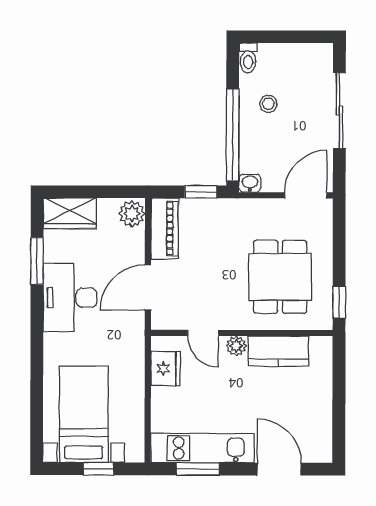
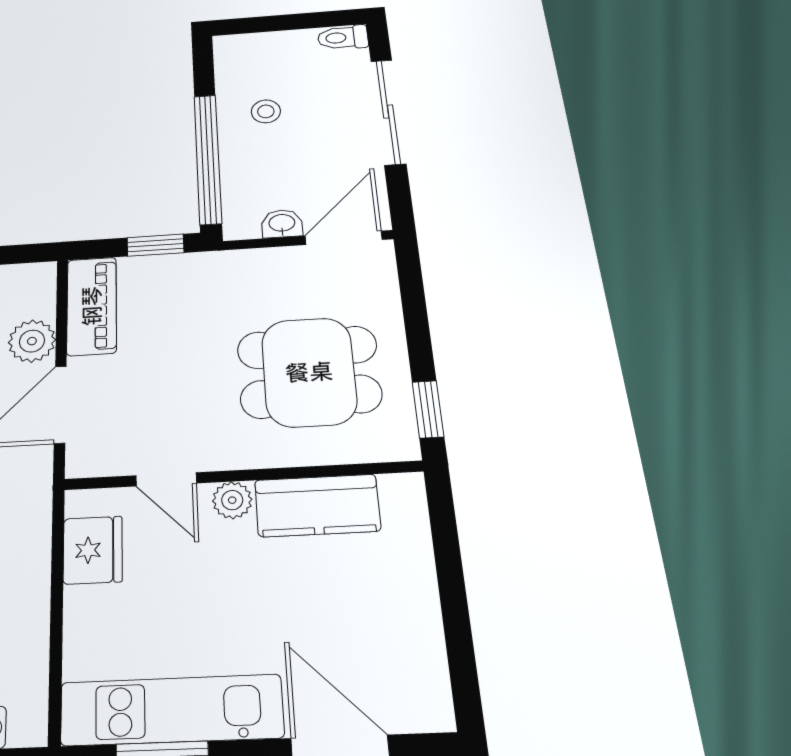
toilet: (248, 58) -> (343, 38), moved, turned 90
washbasin: (250, 183) -> (282, 224), moved
plant: (132, 214) -> (32, 341), moved
dining table: (280, 277) -> (309, 372), turned 90

